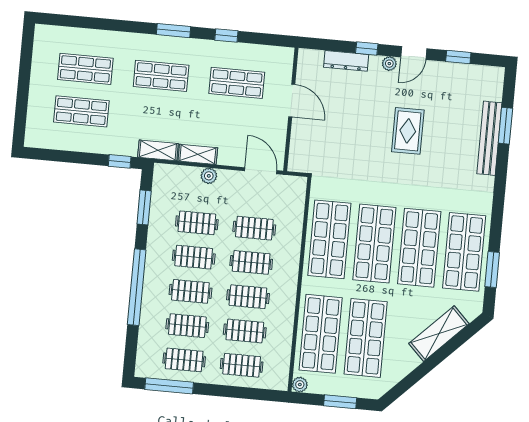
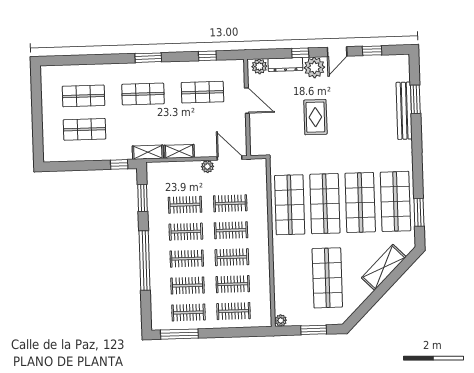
window: (226, 36) -> (207, 56), moved
plant: (313, 59) -> (259, 66), added
plant: (389, 64) -> (314, 67), width x1.88, depth x1.88
rug: (408, 131) -> (315, 117), moved
plant: (209, 176) -> (207, 167), moved
shop shelf: (321, 334) -> (292, 279), removed

